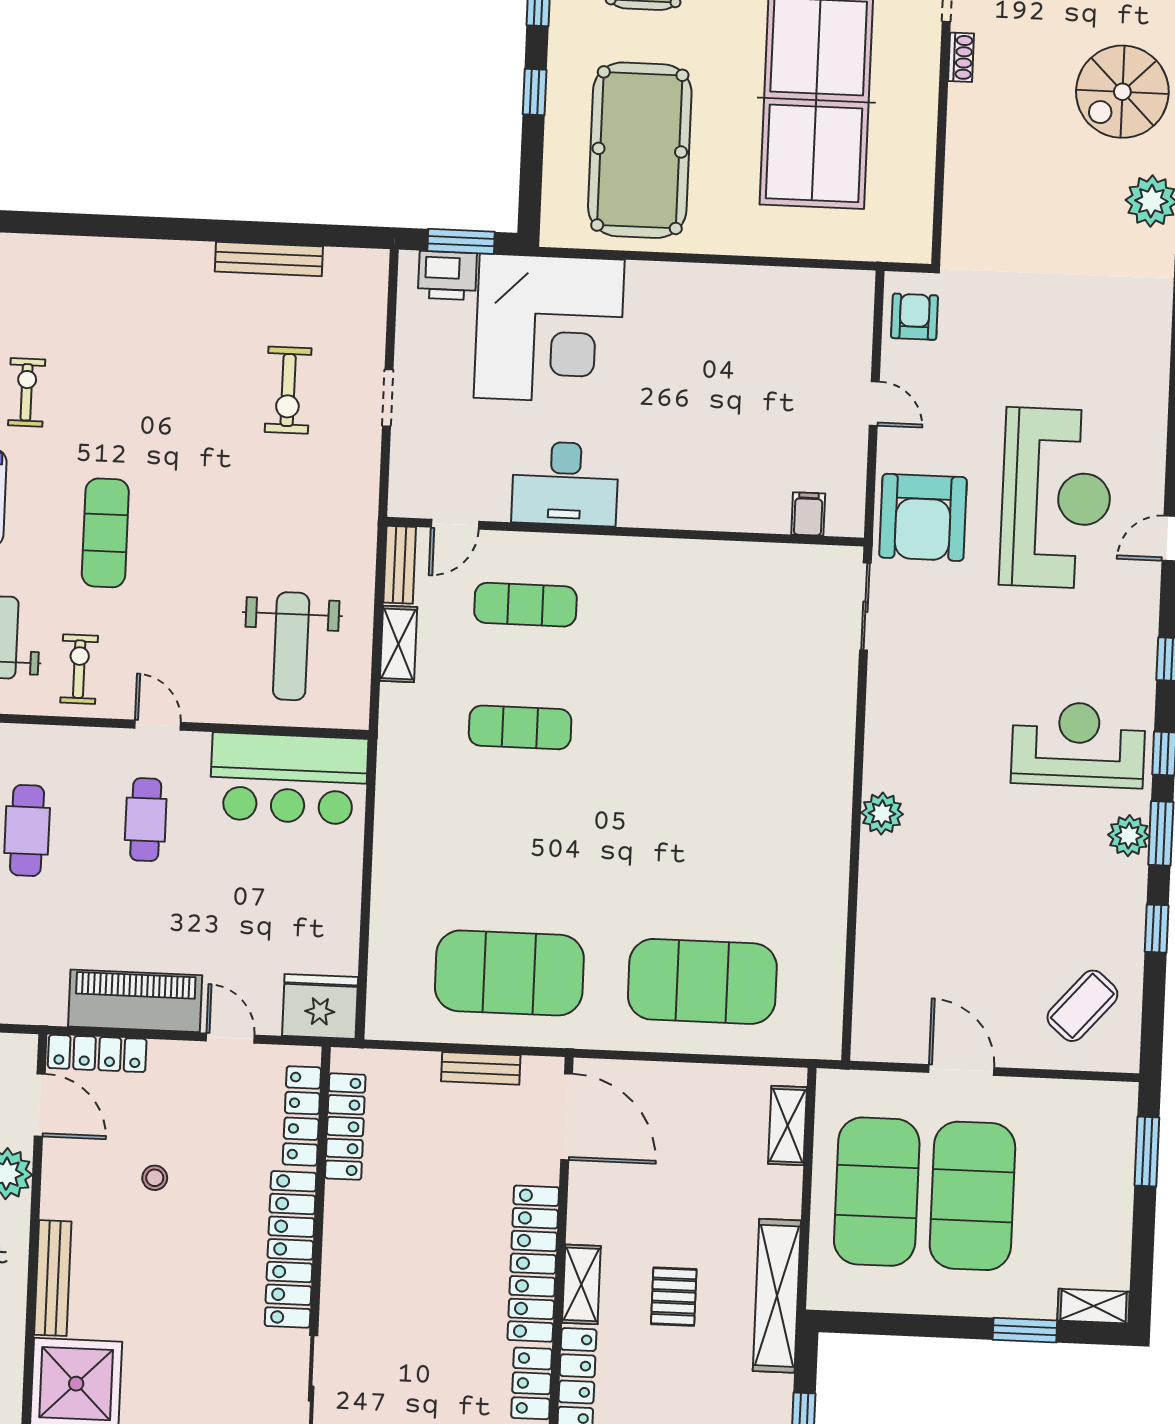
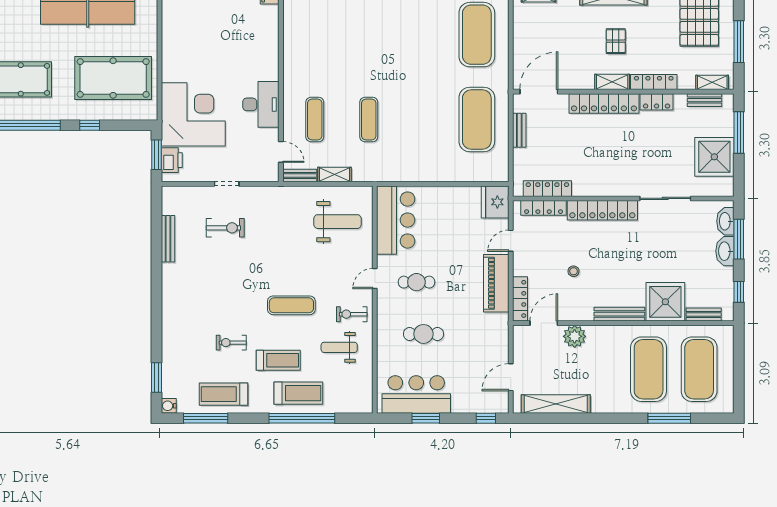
pallet: (674, 1297) -> (616, 41), turned 90

